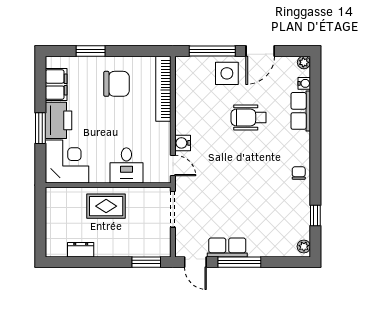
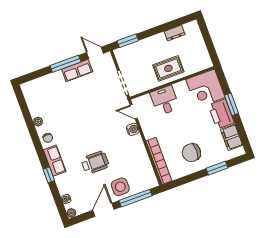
row of seats: (301, 111) -> (55, 161), moved
window: (315, 216) -> (49, 175), moved
plant: (304, 246) -> (38, 122), moved

